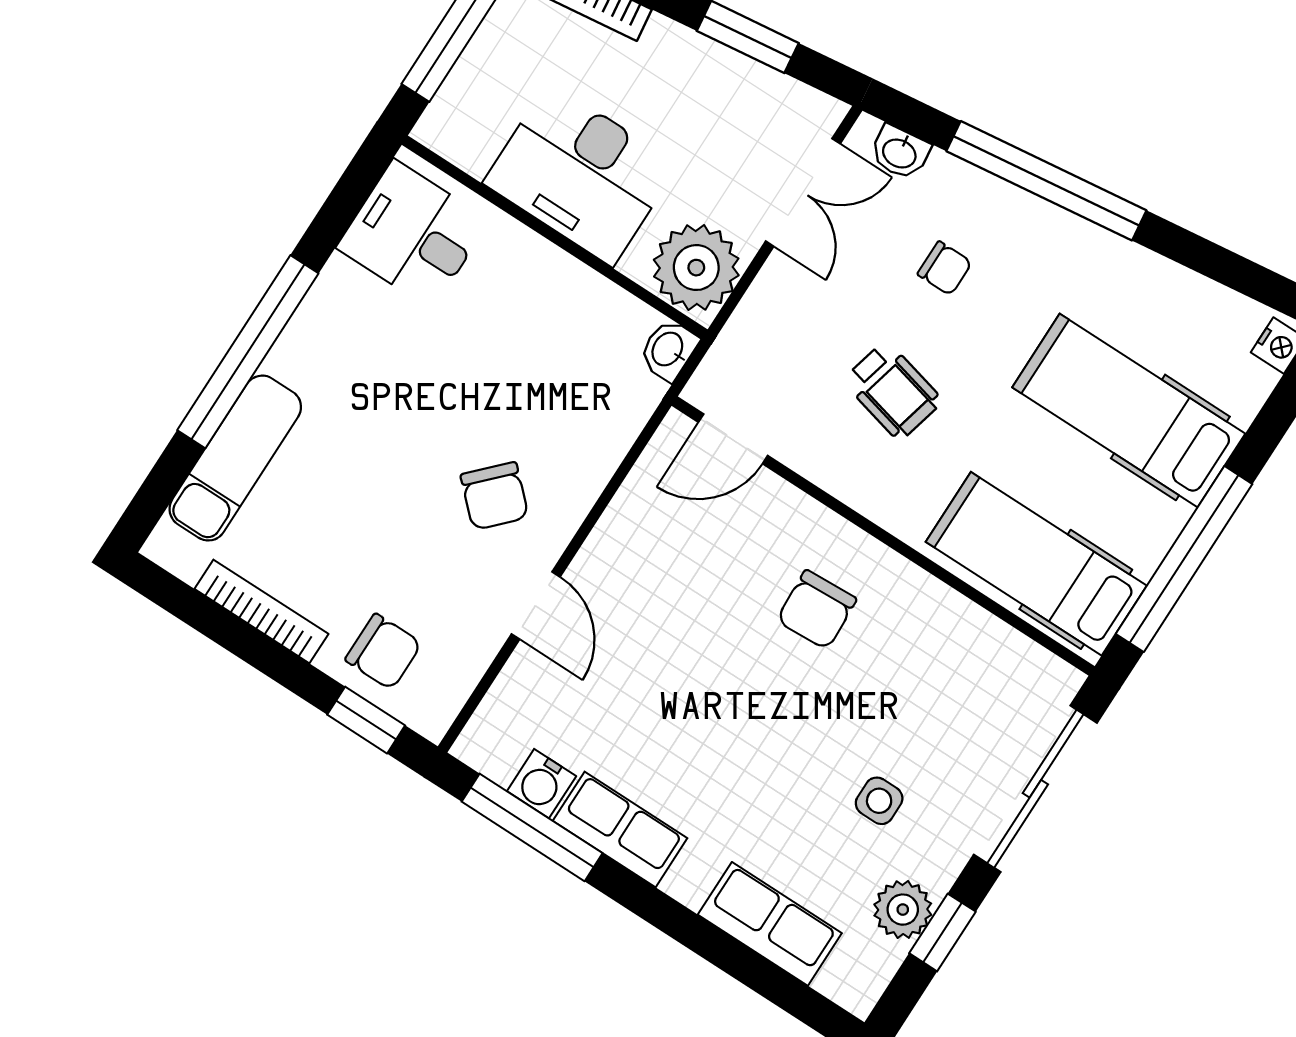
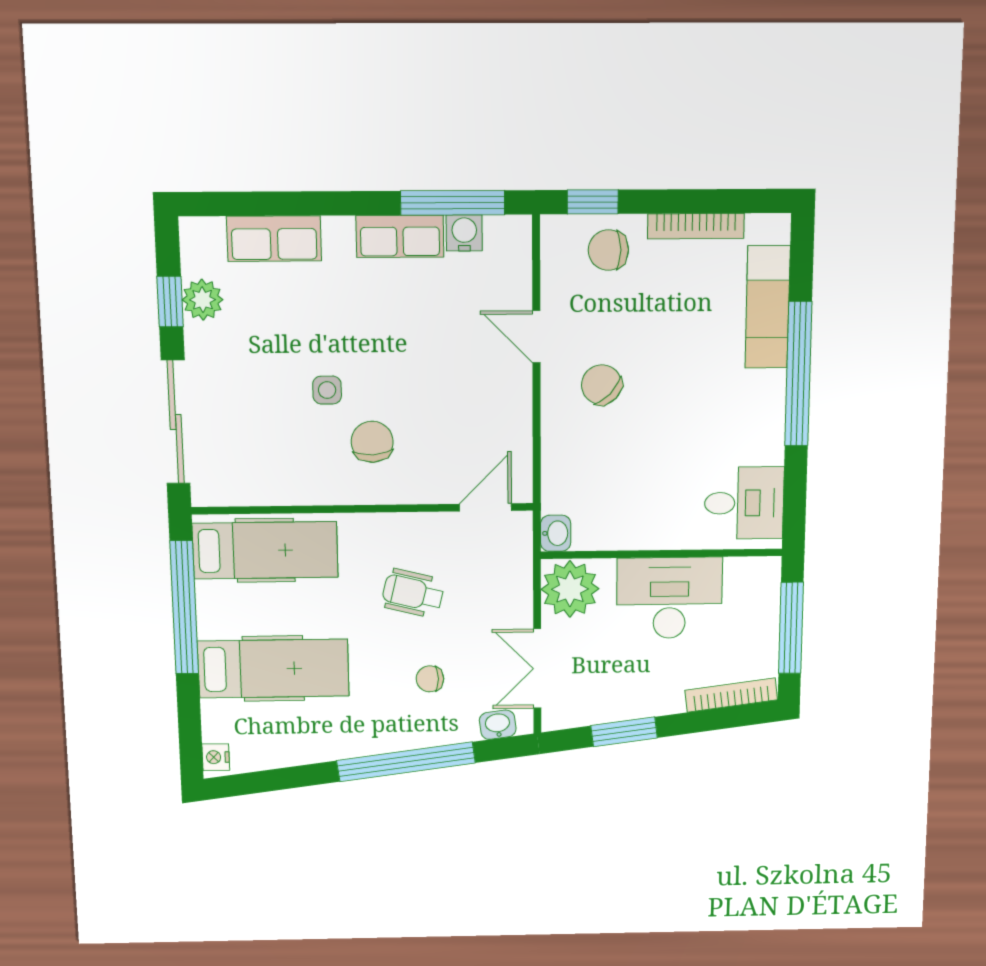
side table: (879, 801) -> (327, 390), moved

